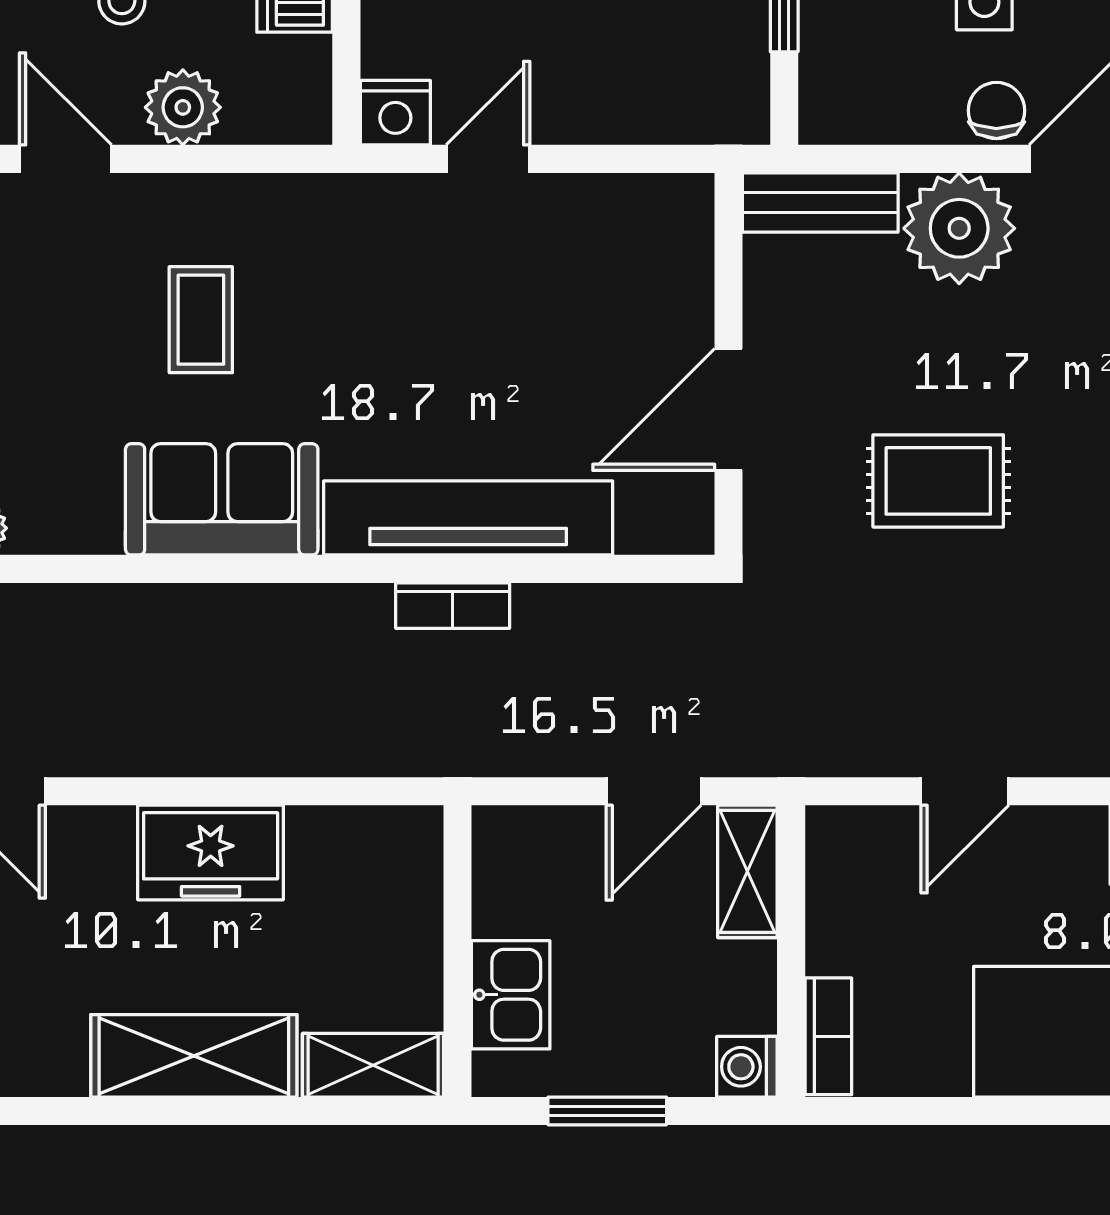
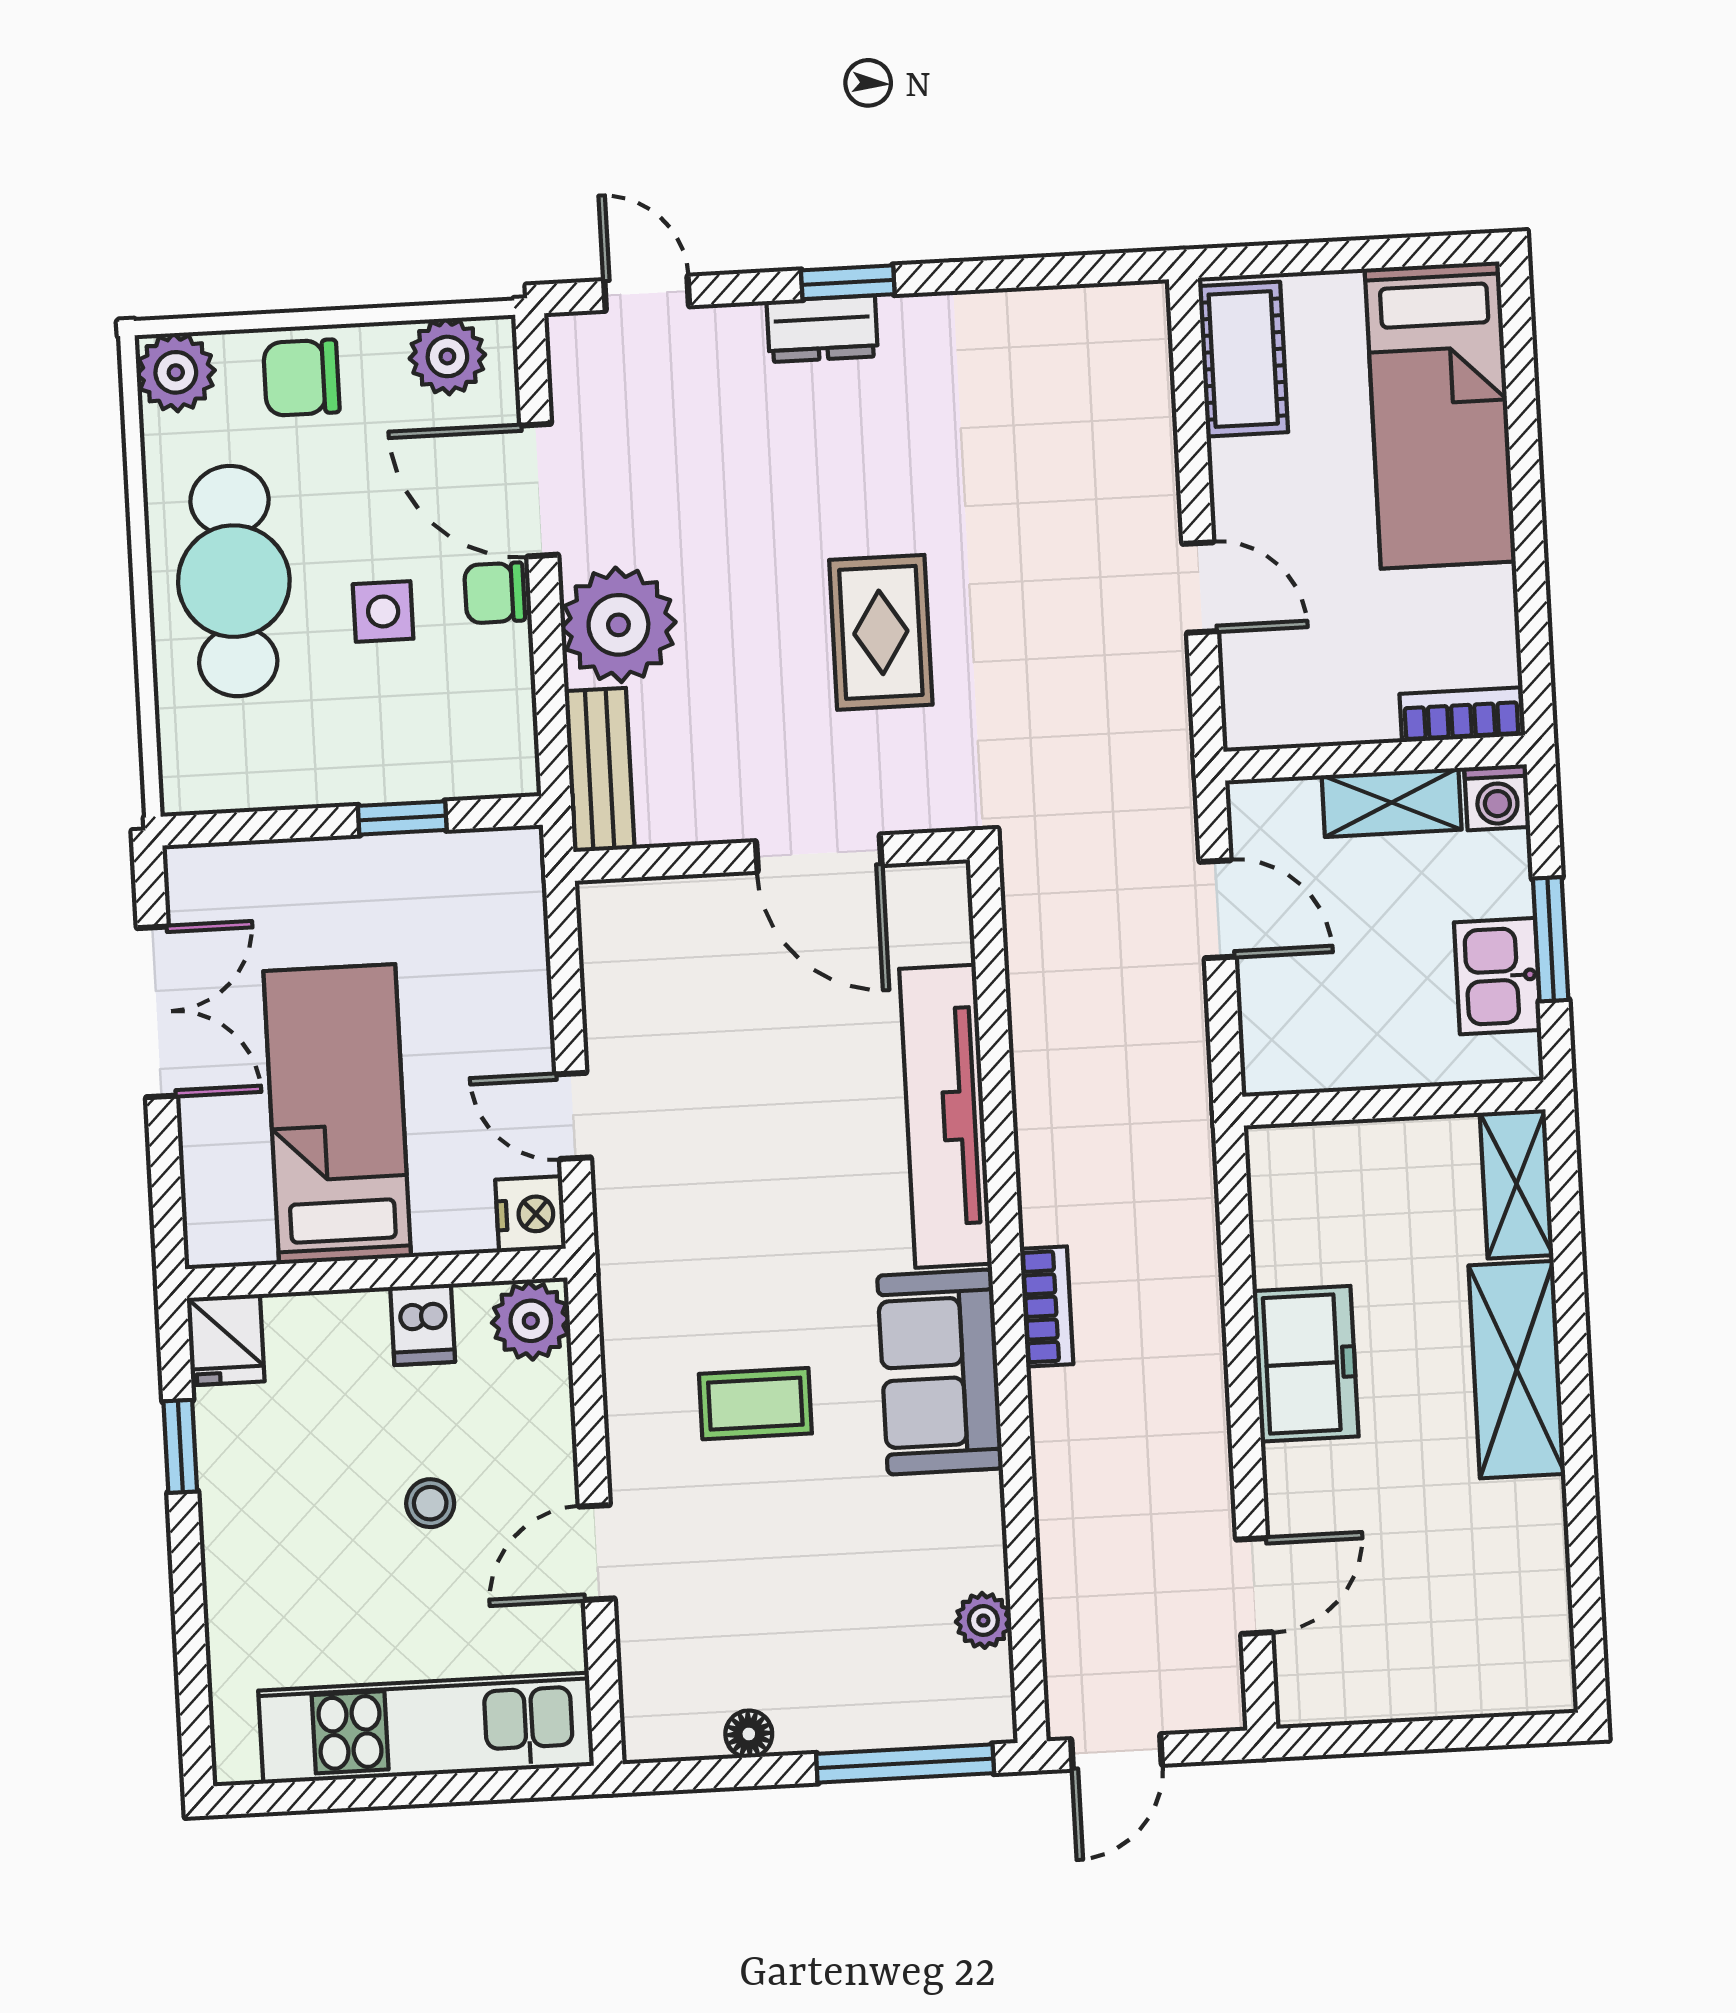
plant: (183, 107) -> (531, 1321), moved
bookcase: (453, 606) -> (1047, 1307), moved
shelving: (747, 871) -> (1392, 803), moved
kitchen sink: (511, 995) -> (1497, 976), moved, turned -90

